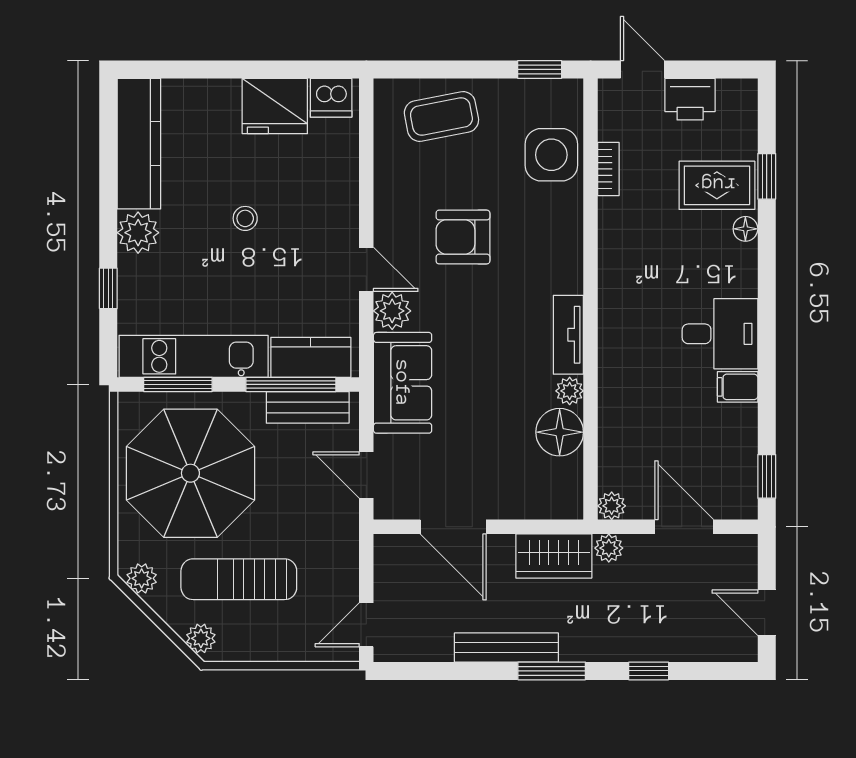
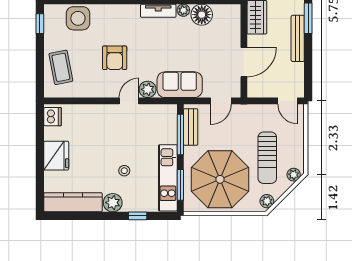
fridge: (275, 106) -> (56, 156), moved
stool: (245, 218) -> (124, 171), moved
kitchen counter: (311, 357) -> (168, 126), removed

